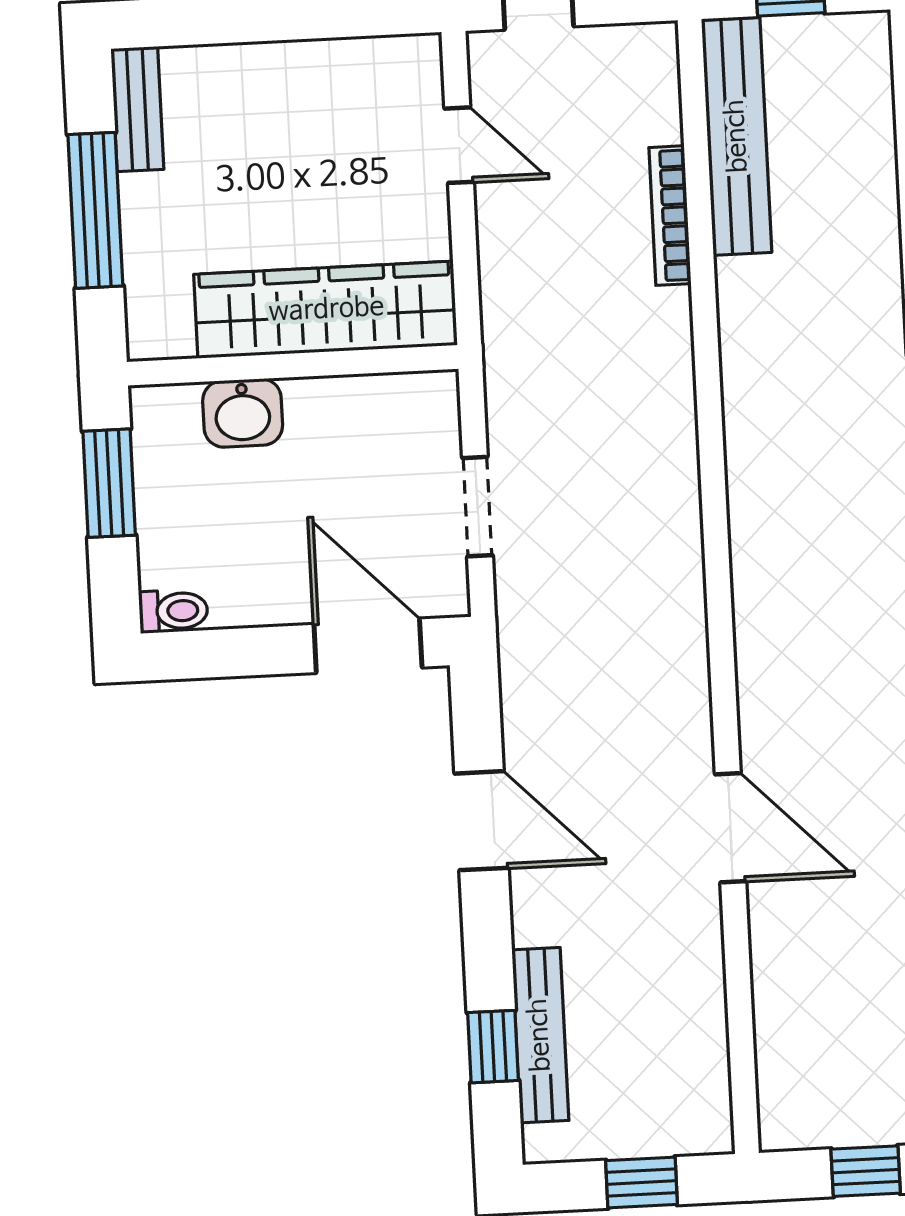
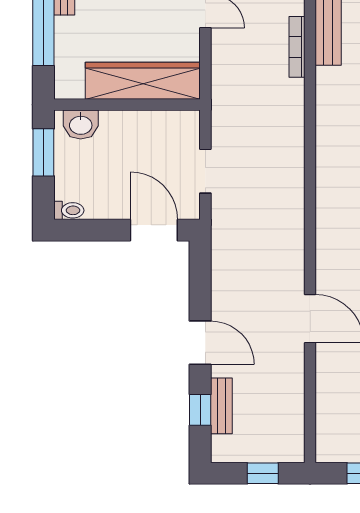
washbasin: (243, 413) -> (81, 124), moved
door: (481, 821) -> (200, 343), moved
bench: (540, 1035) -> (221, 406), width x0.73

